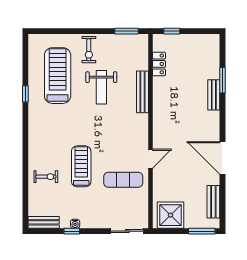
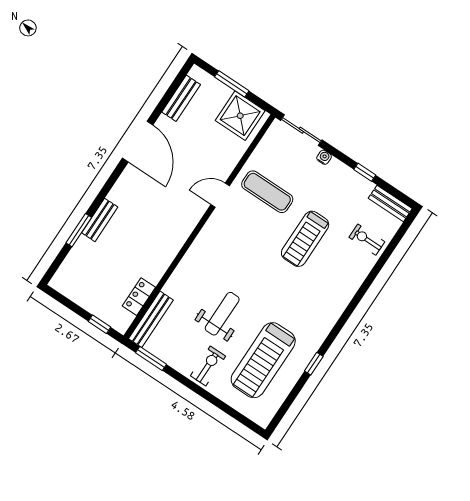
bench: (142, 92) -> (151, 319), moved
exercise bike: (46, 177) -> (367, 240), moved
water cooler: (75, 224) -> (324, 157), moved
window: (202, 231) -> (232, 84), moved

